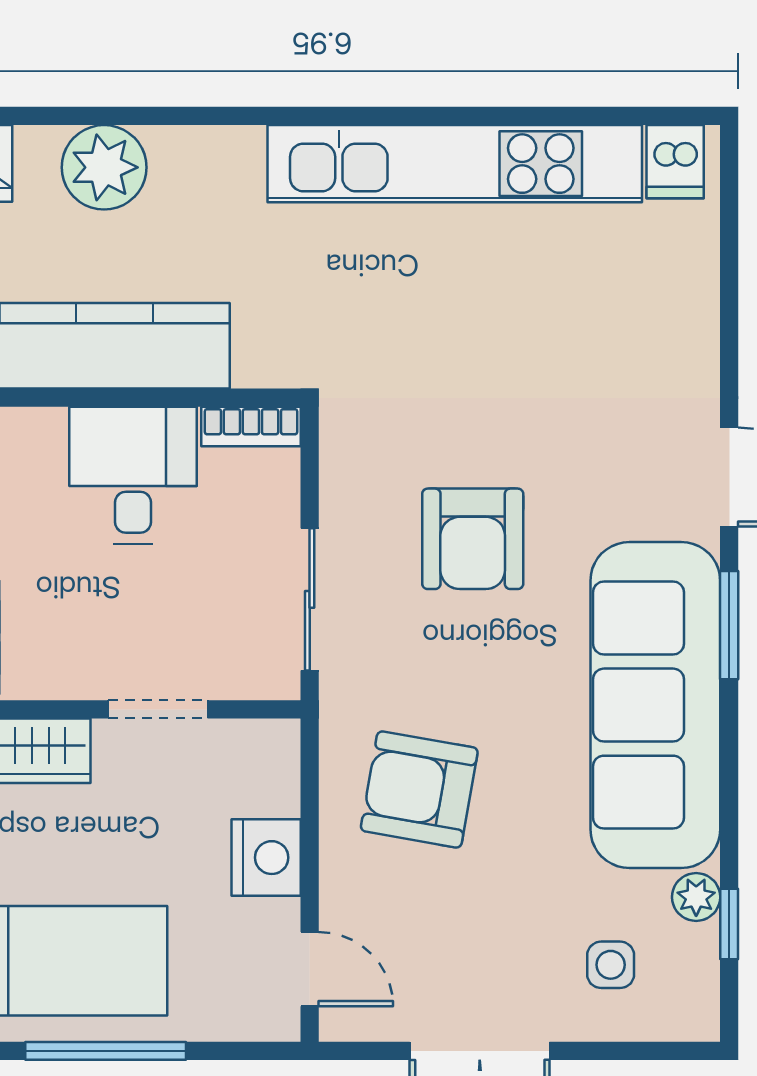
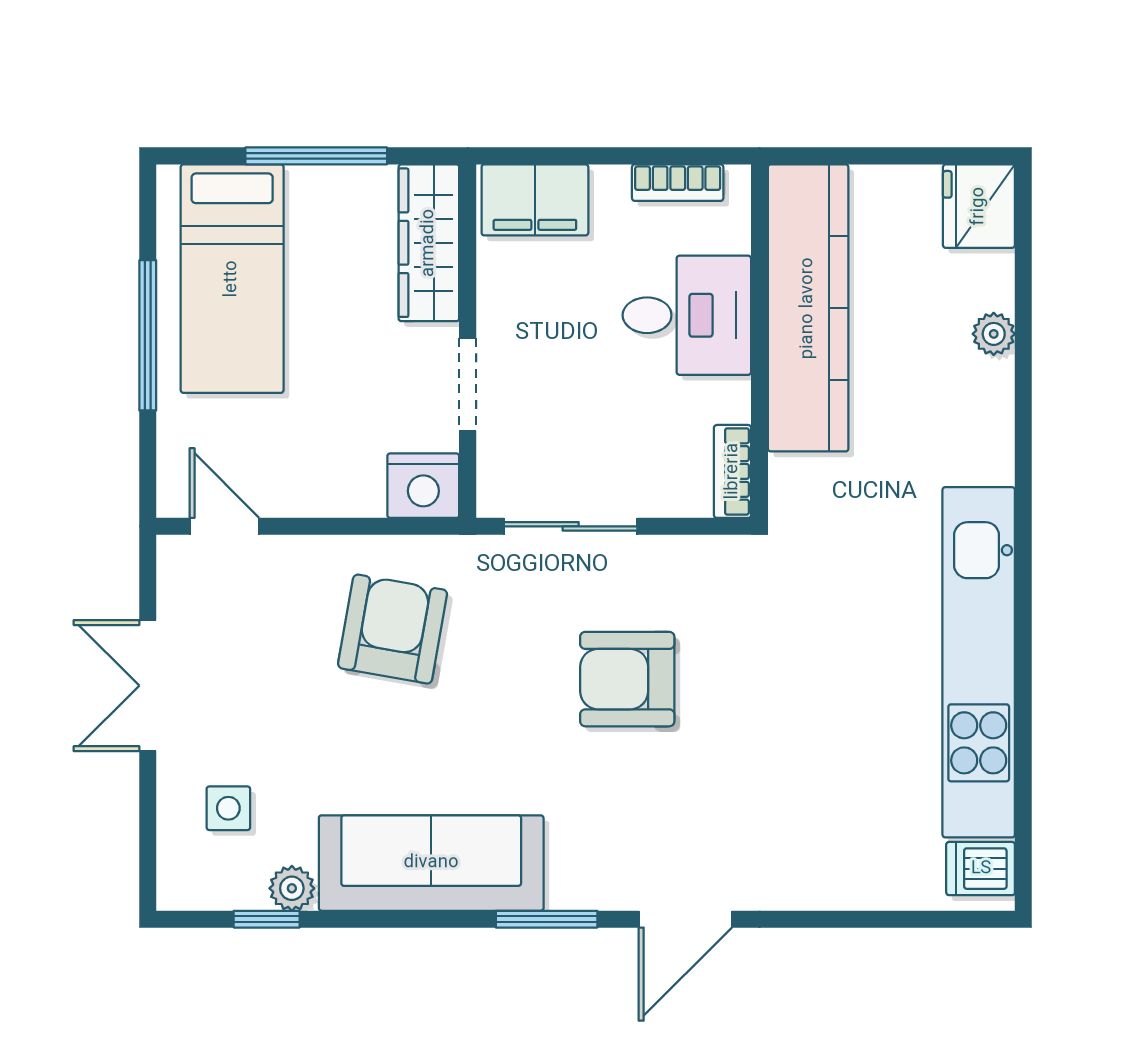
plant: (104, 167) -> (994, 334), width x0.53, depth x0.53
desk: (133, 475) -> (687, 315), moved
sofa: (655, 705) -> (431, 863), width x0.74, depth x0.79
nightstand: (266, 858) -> (423, 486), moved
door: (310, 969) -> (224, 526), swing flipped

